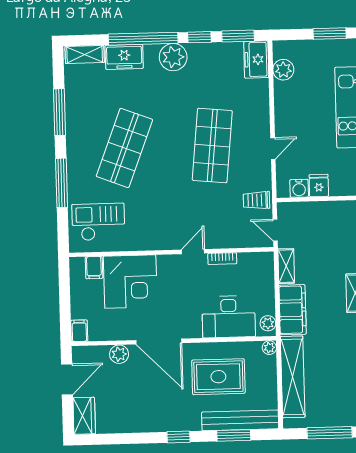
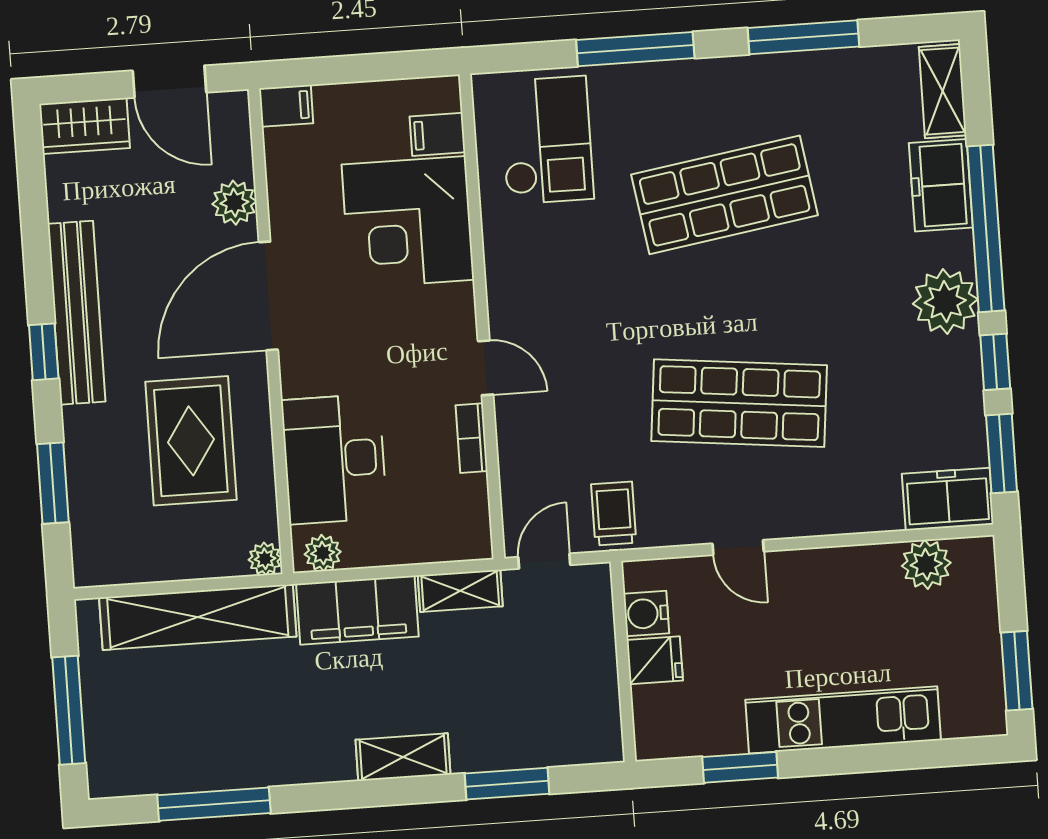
shop shelf: (124, 148) -> (725, 195), turned -30
bench: (240, 420) -> (77, 313), moved

